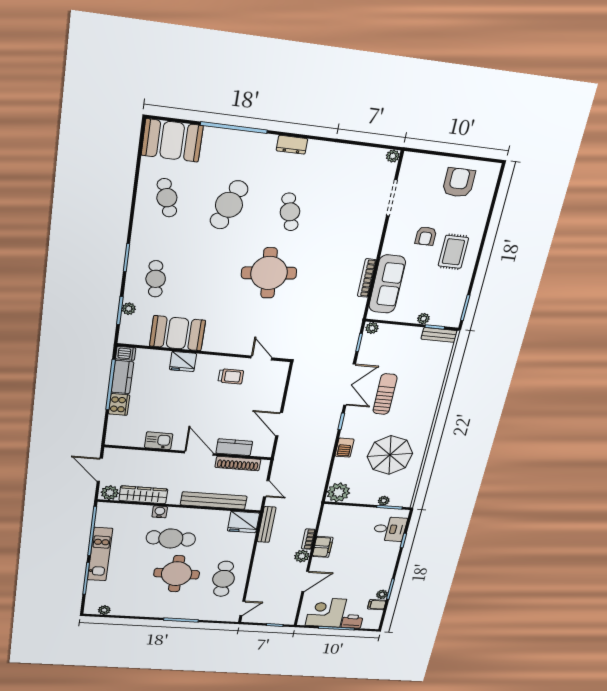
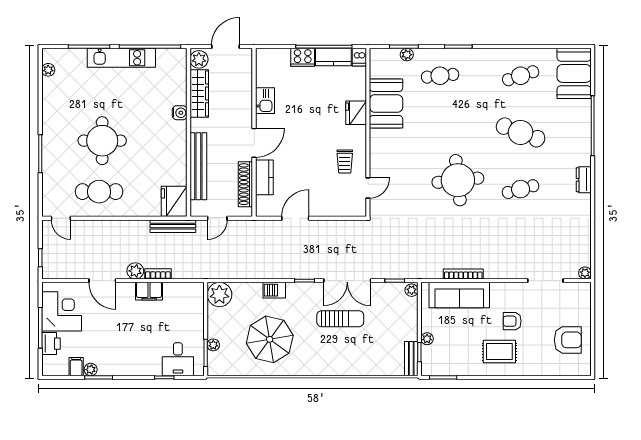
cafe table: (171, 538) -> (147, 129), removed

